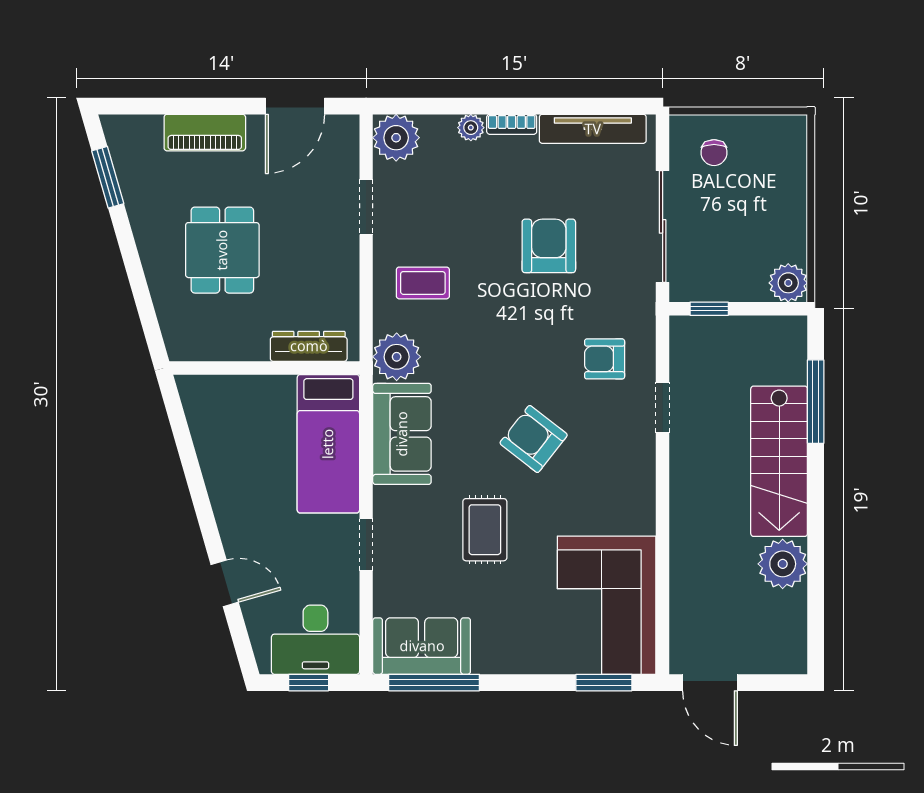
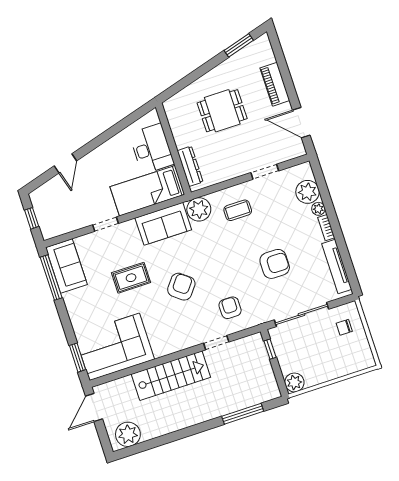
plant: (396, 138) -> (307, 192), moved
coffee table: (423, 283) -> (238, 210), turned 90
stairs: (779, 461) -> (171, 376), moved, turned 180
plant: (783, 564) -> (128, 434), moved
desk: (315, 640) -> (152, 149), moved, turned 180

